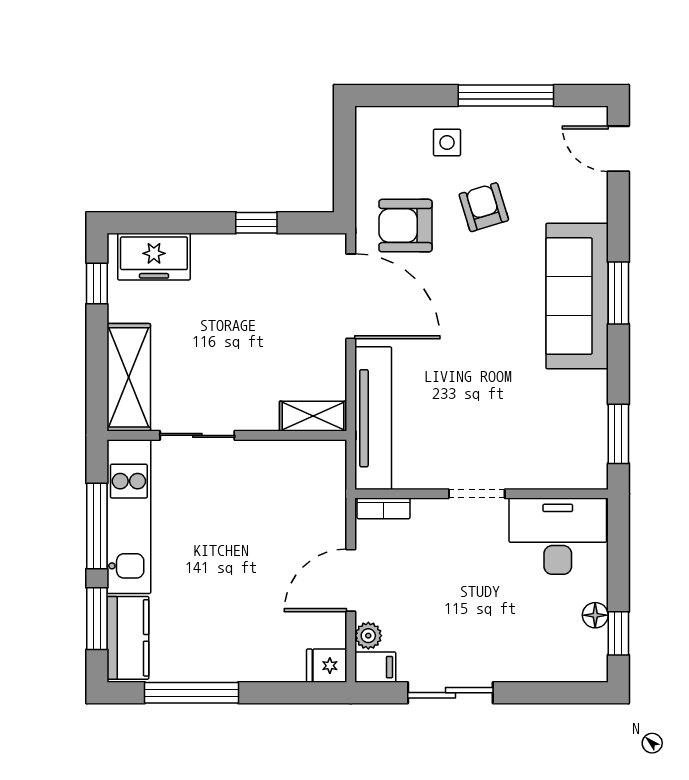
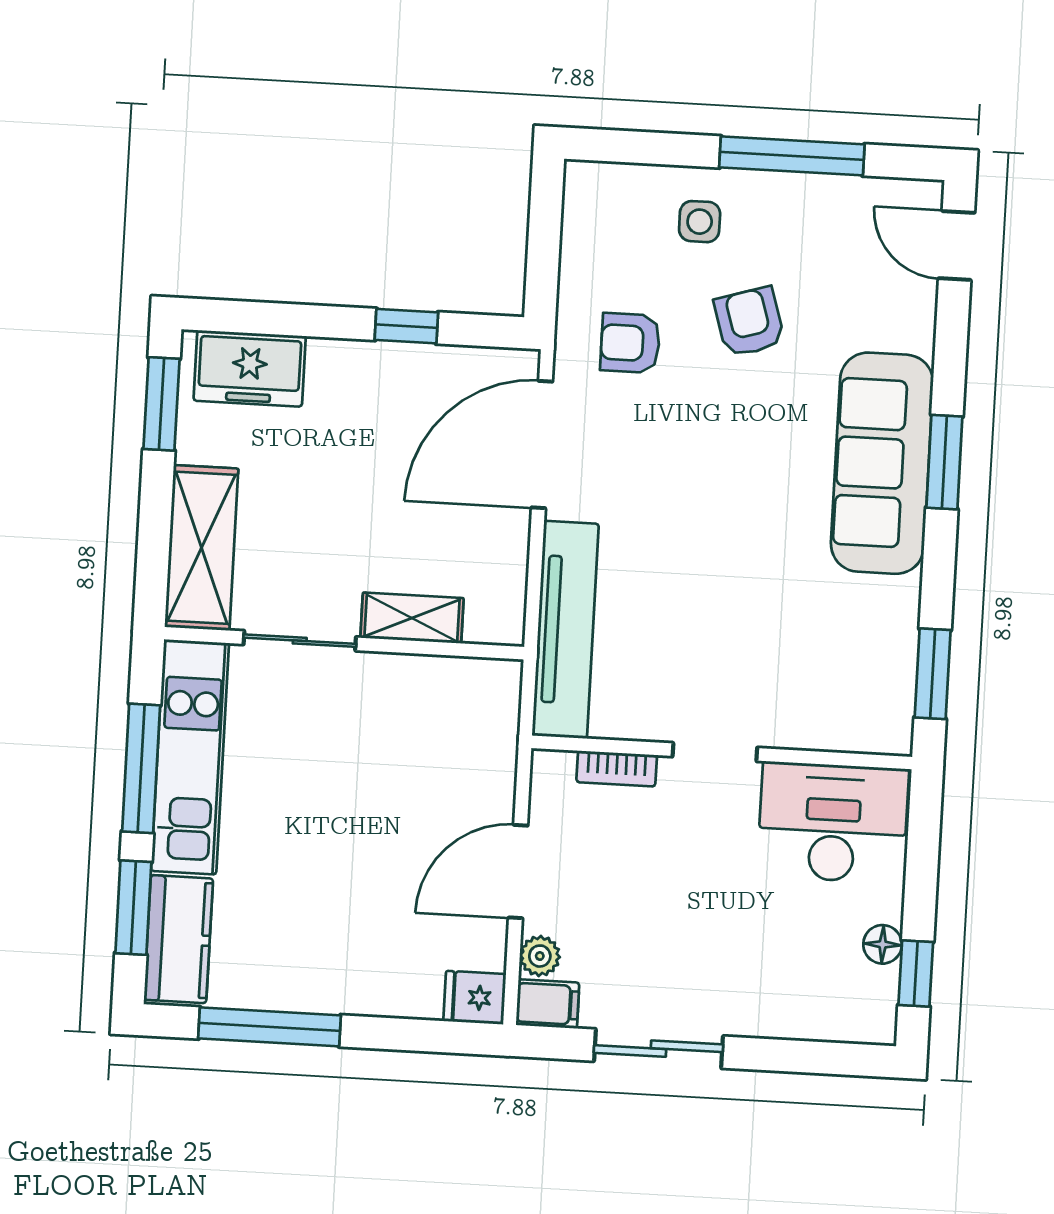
armchair: (405, 226) -> (630, 343), width x0.72, depth x0.72
window: (97, 283) -> (162, 404), width x1.50
door: (351, 296) -> (542, 444), swing flipped
shelving: (313, 416) -> (412, 618), moved
bookcase: (384, 508) -> (617, 769), moved

